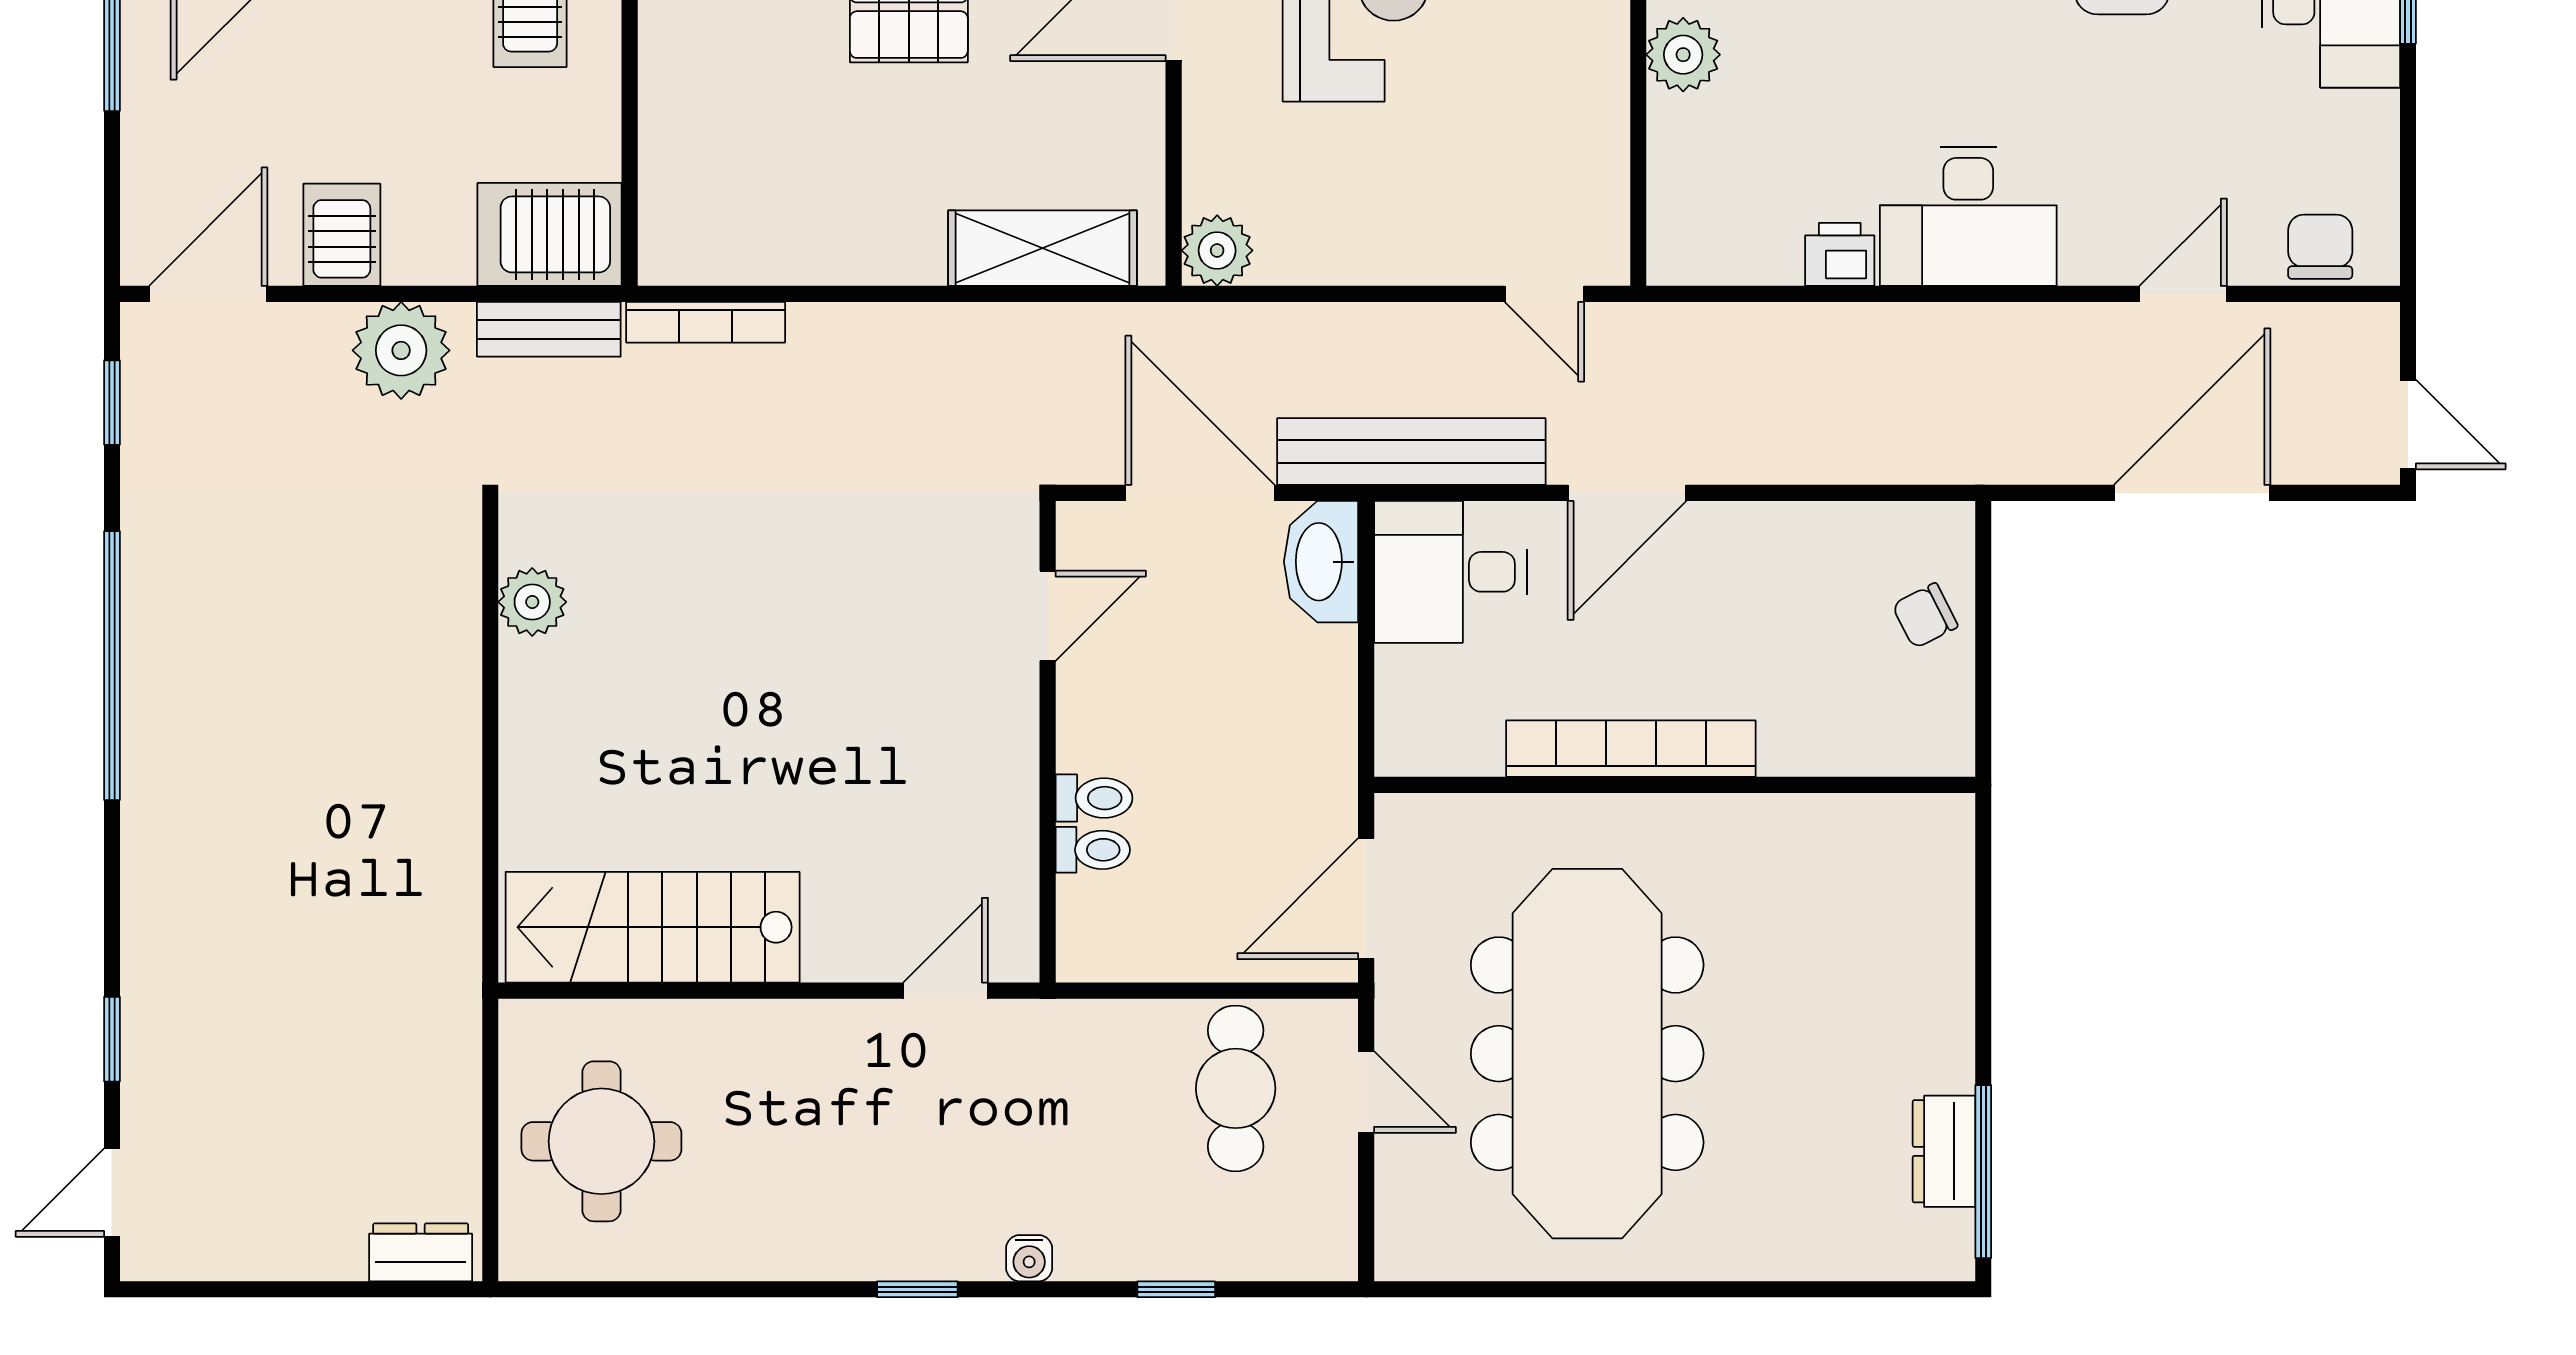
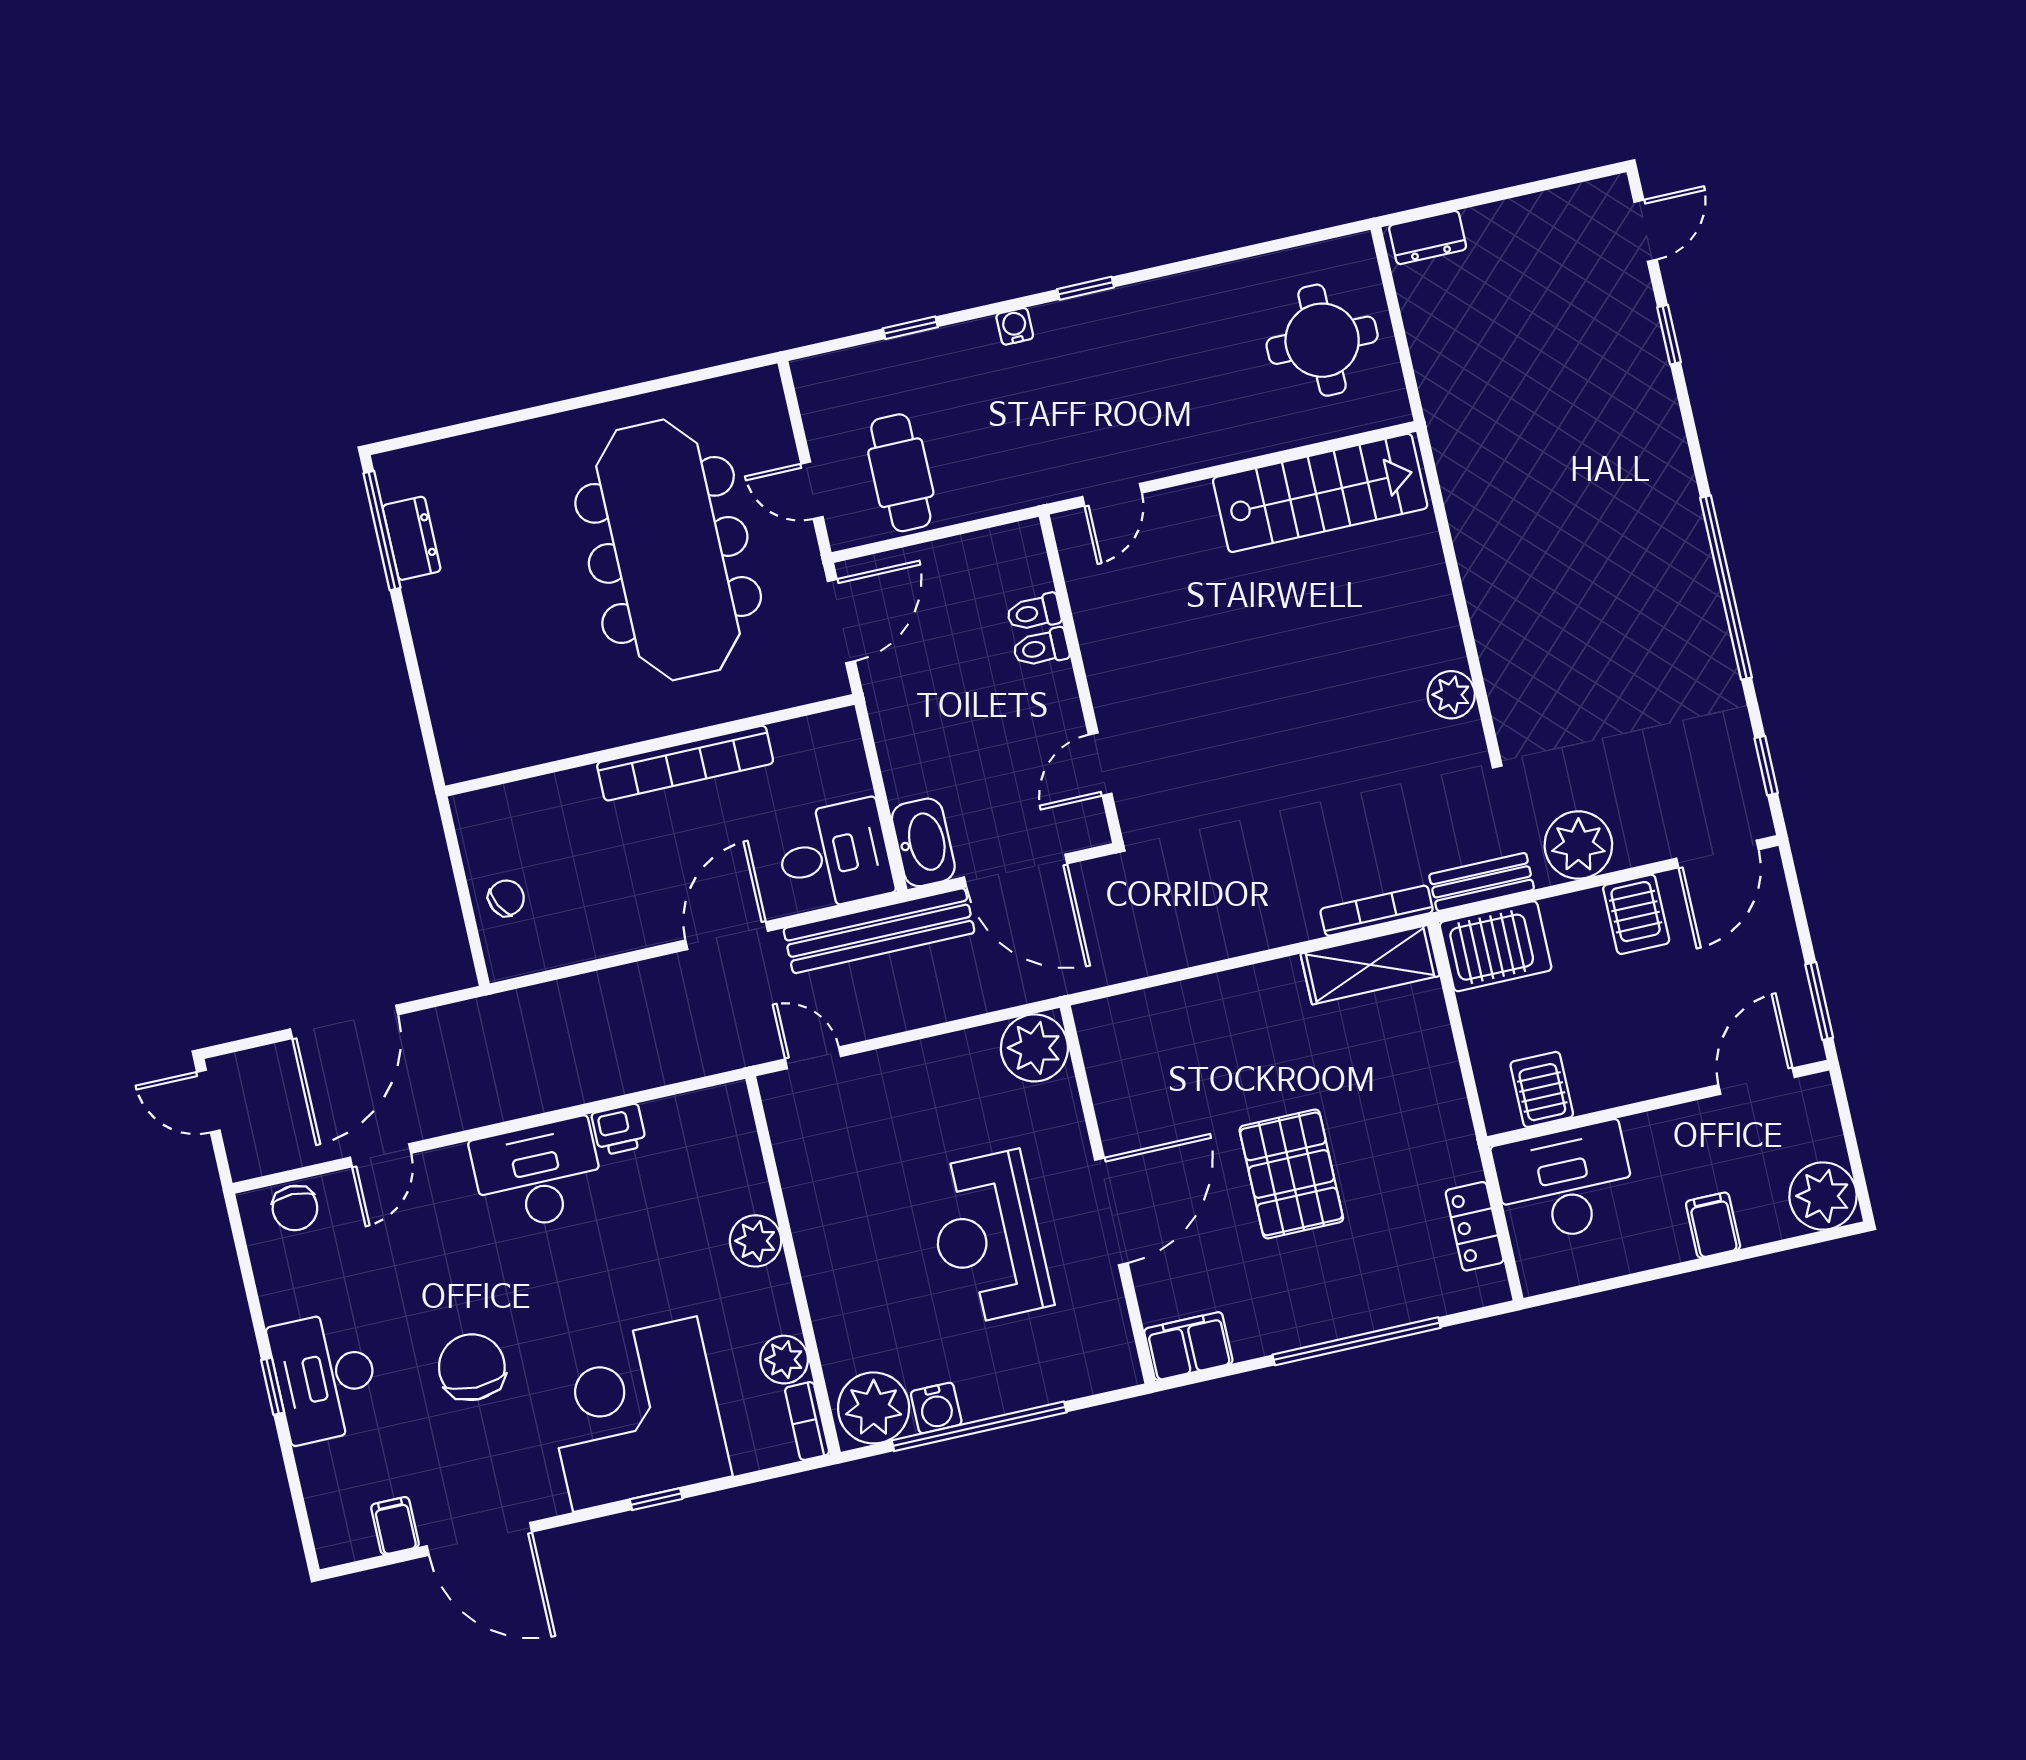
shelving: (1043, 248) -> (1370, 965), moved
plant: (1217, 250) -> (1034, 1048), width x1.36, depth x1.36

